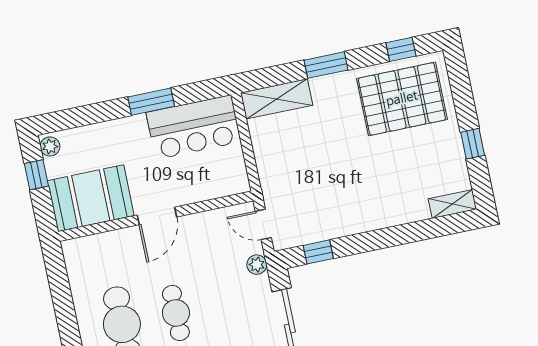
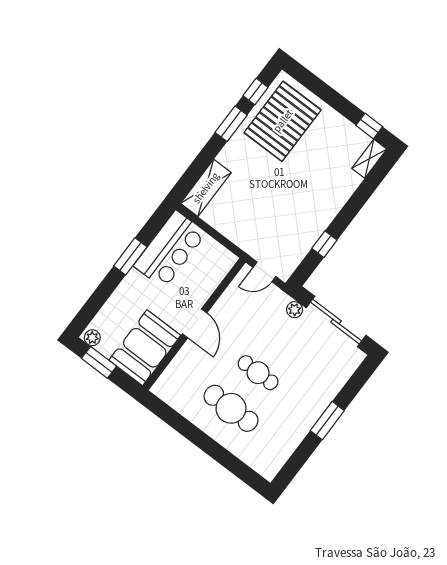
window: (326, 65) -> (231, 124), moved
window: (473, 144) -> (369, 126), moved
window: (36, 175) -> (99, 362), width x1.50
window: (318, 252) -> (324, 244), moved
plant: (257, 265) -> (295, 310), moved

